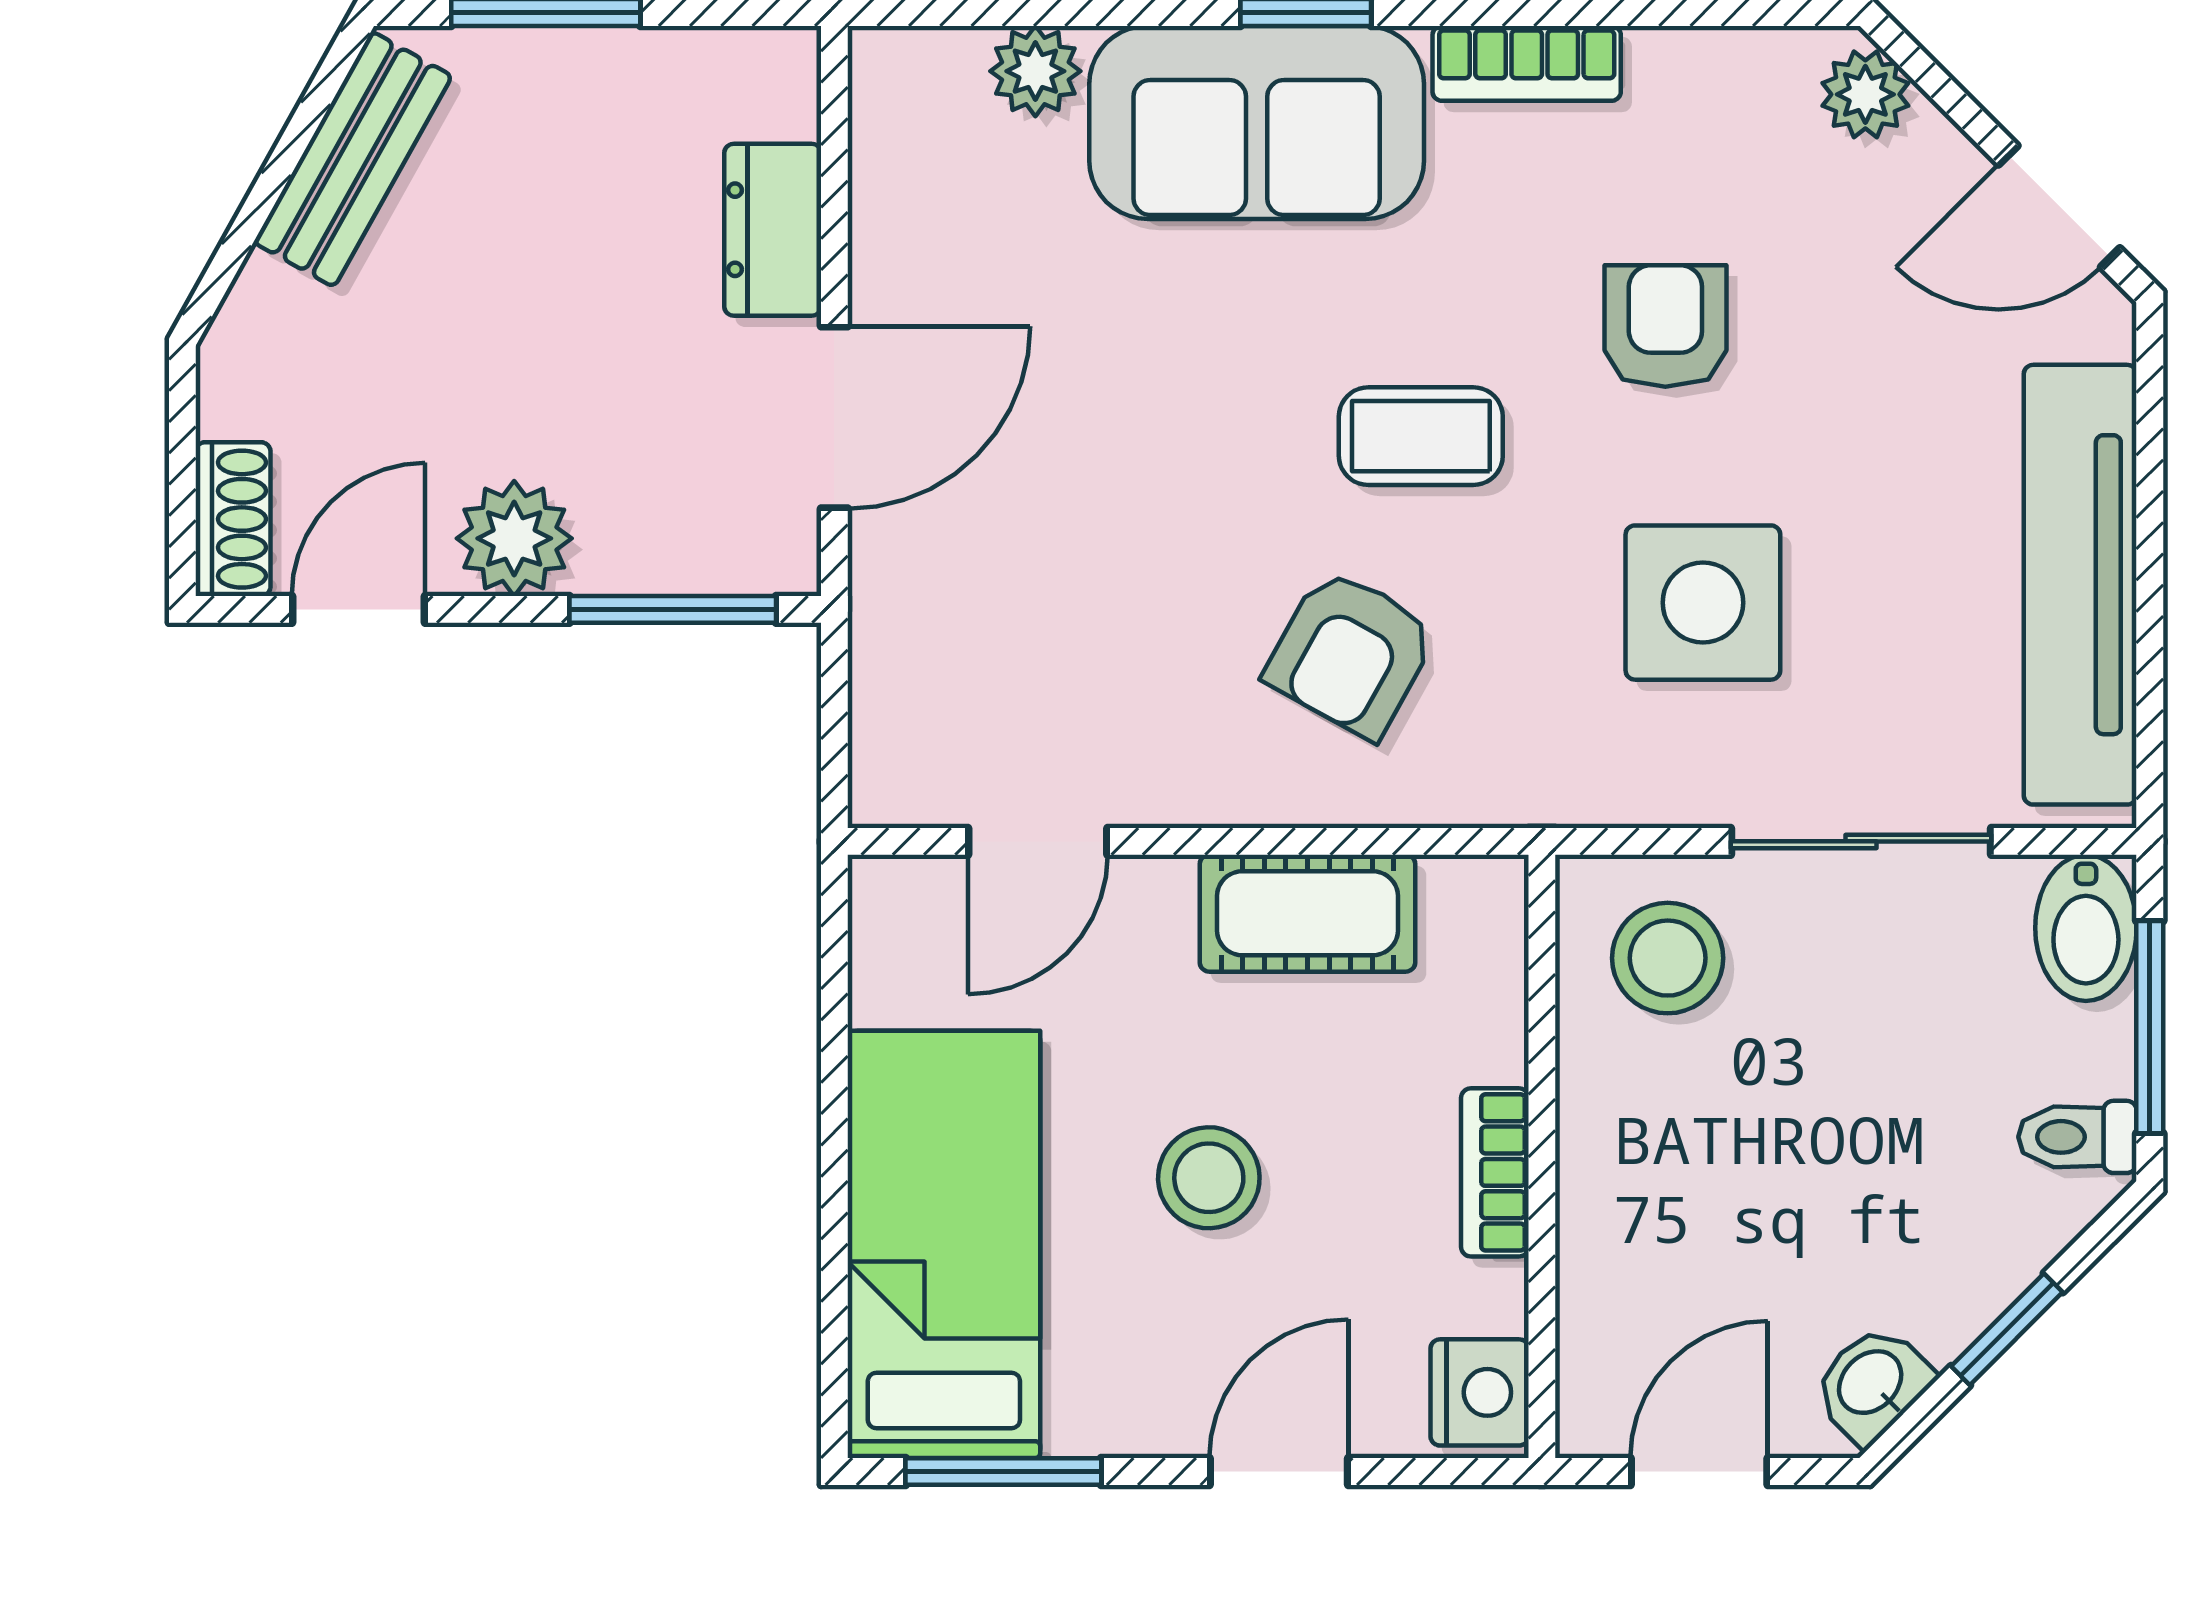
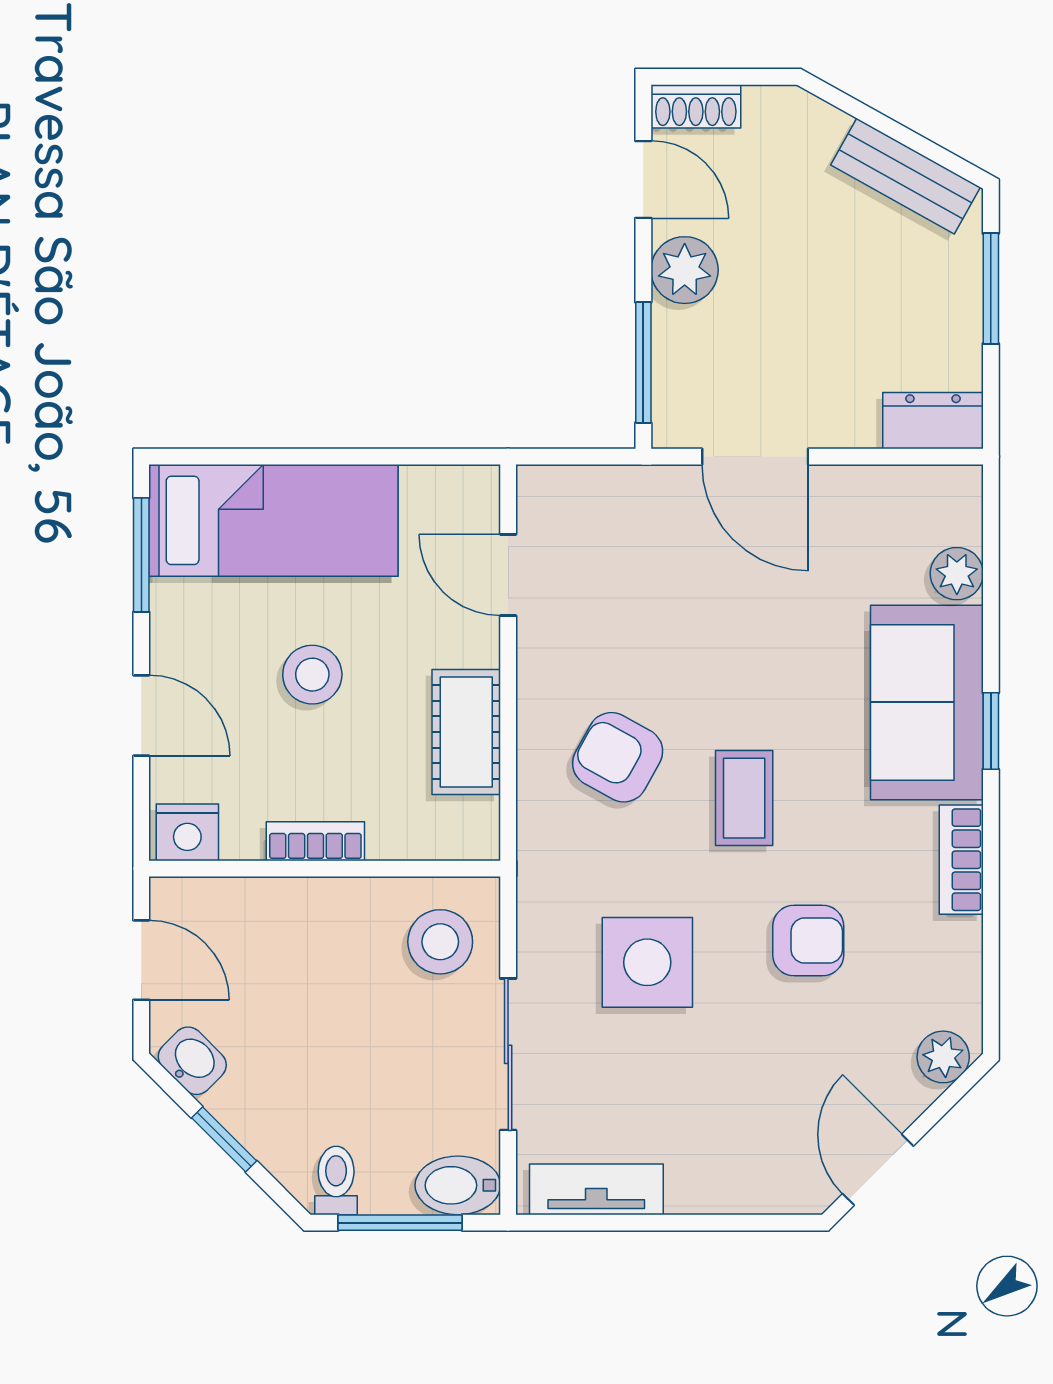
dresser: (773, 230) -> (933, 421), moved
tv unit: (2080, 585) -> (596, 1189), width x0.52, depth x0.78

